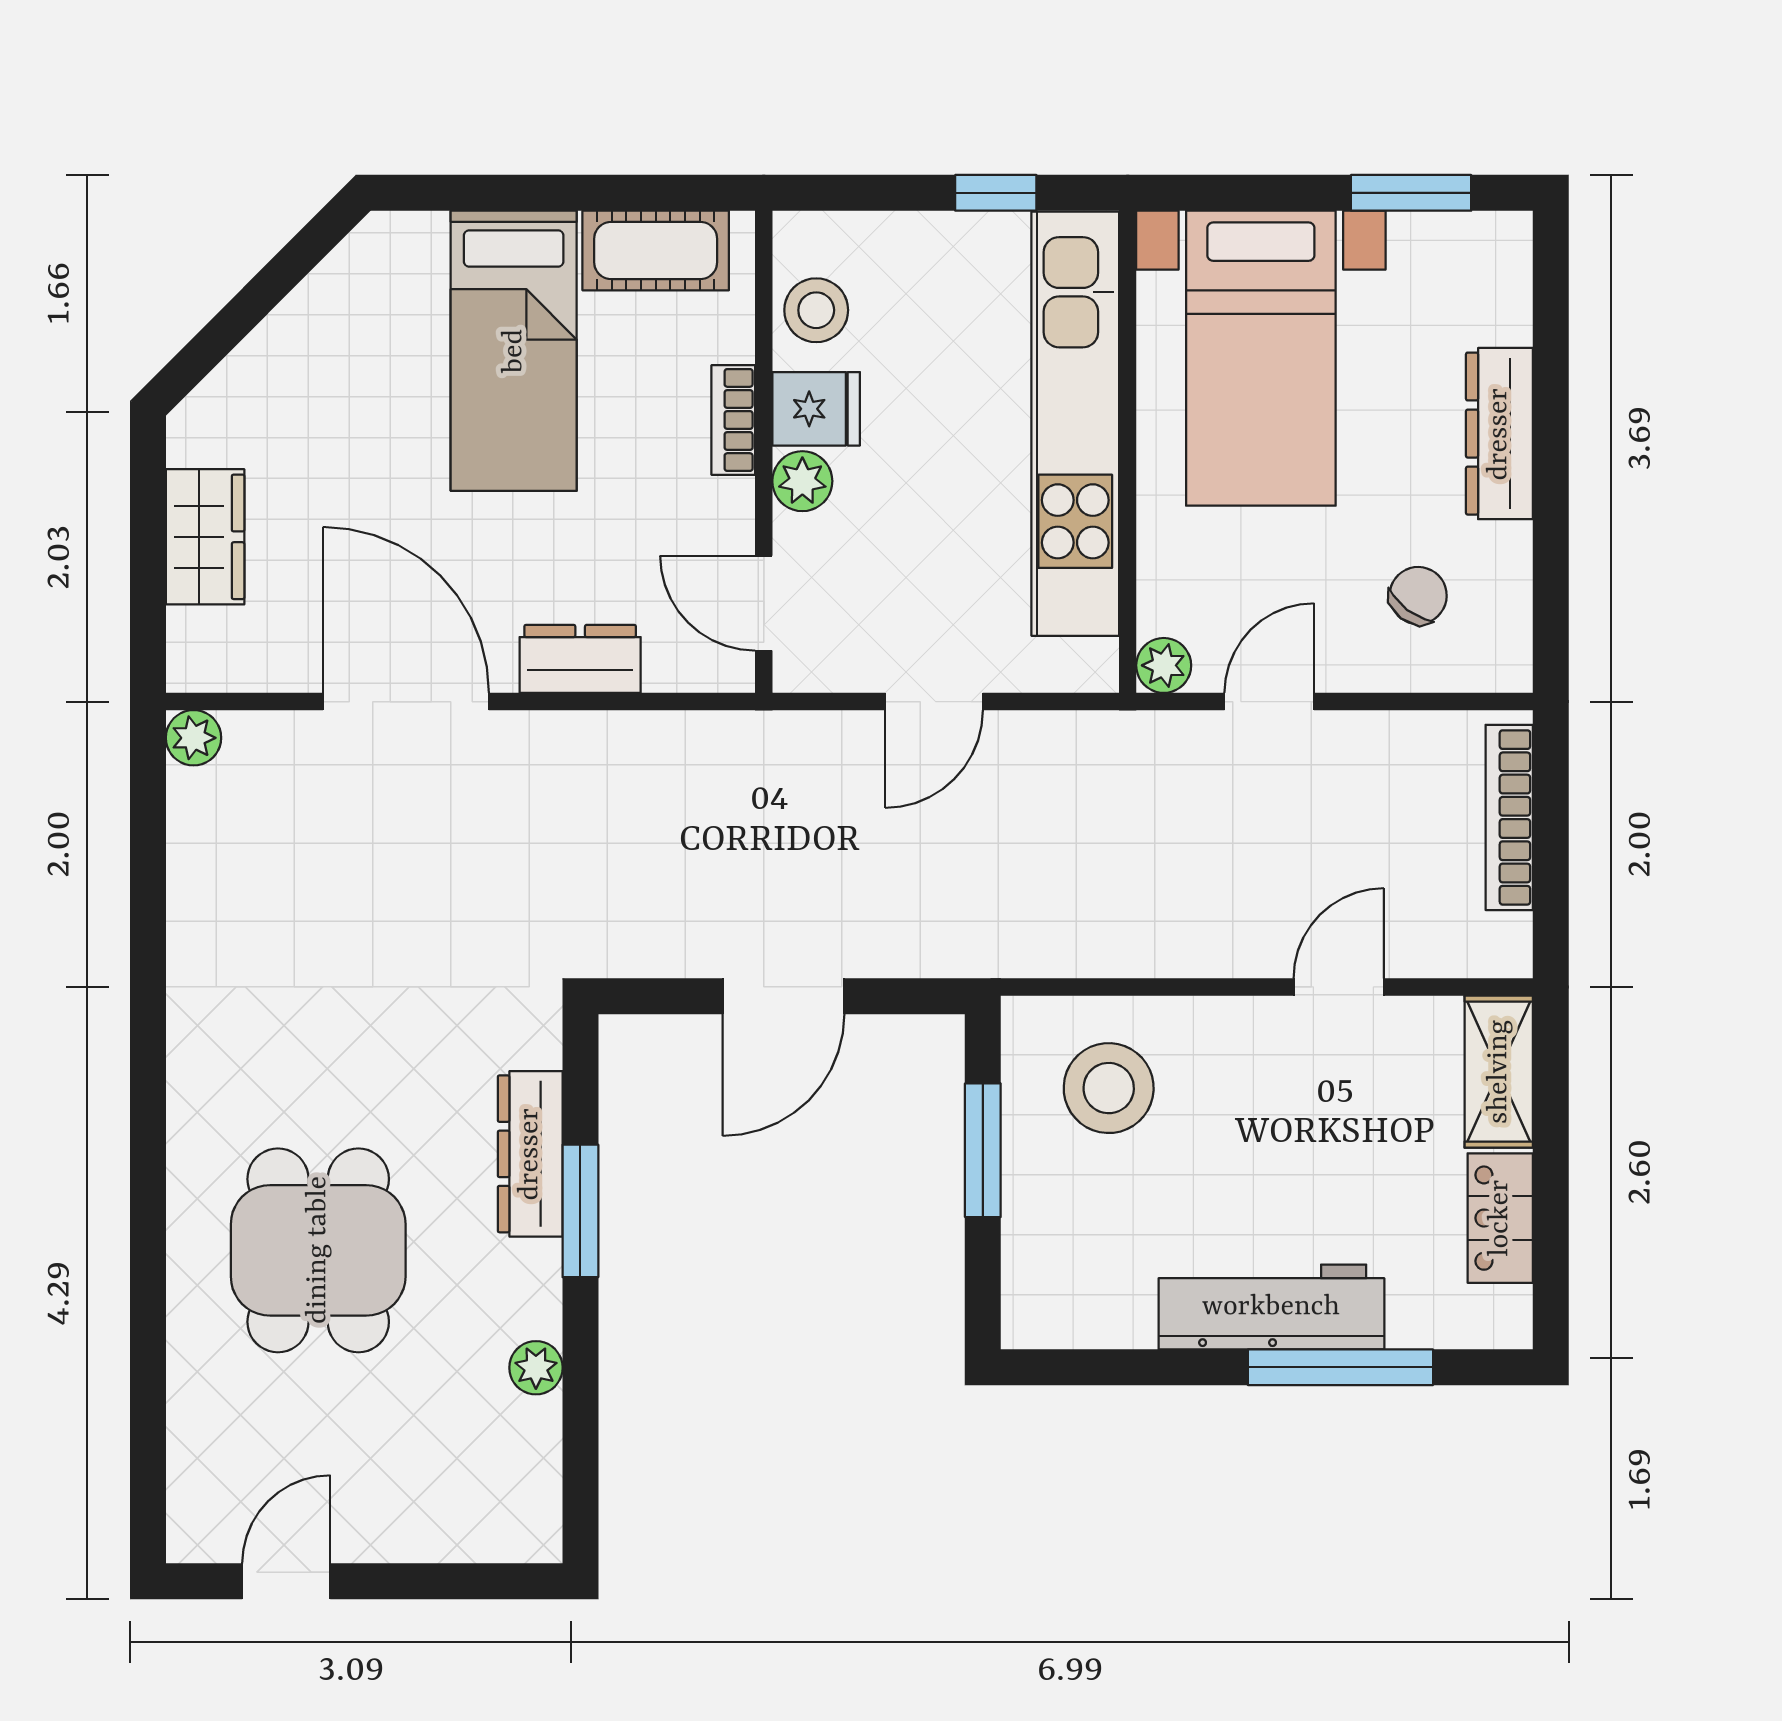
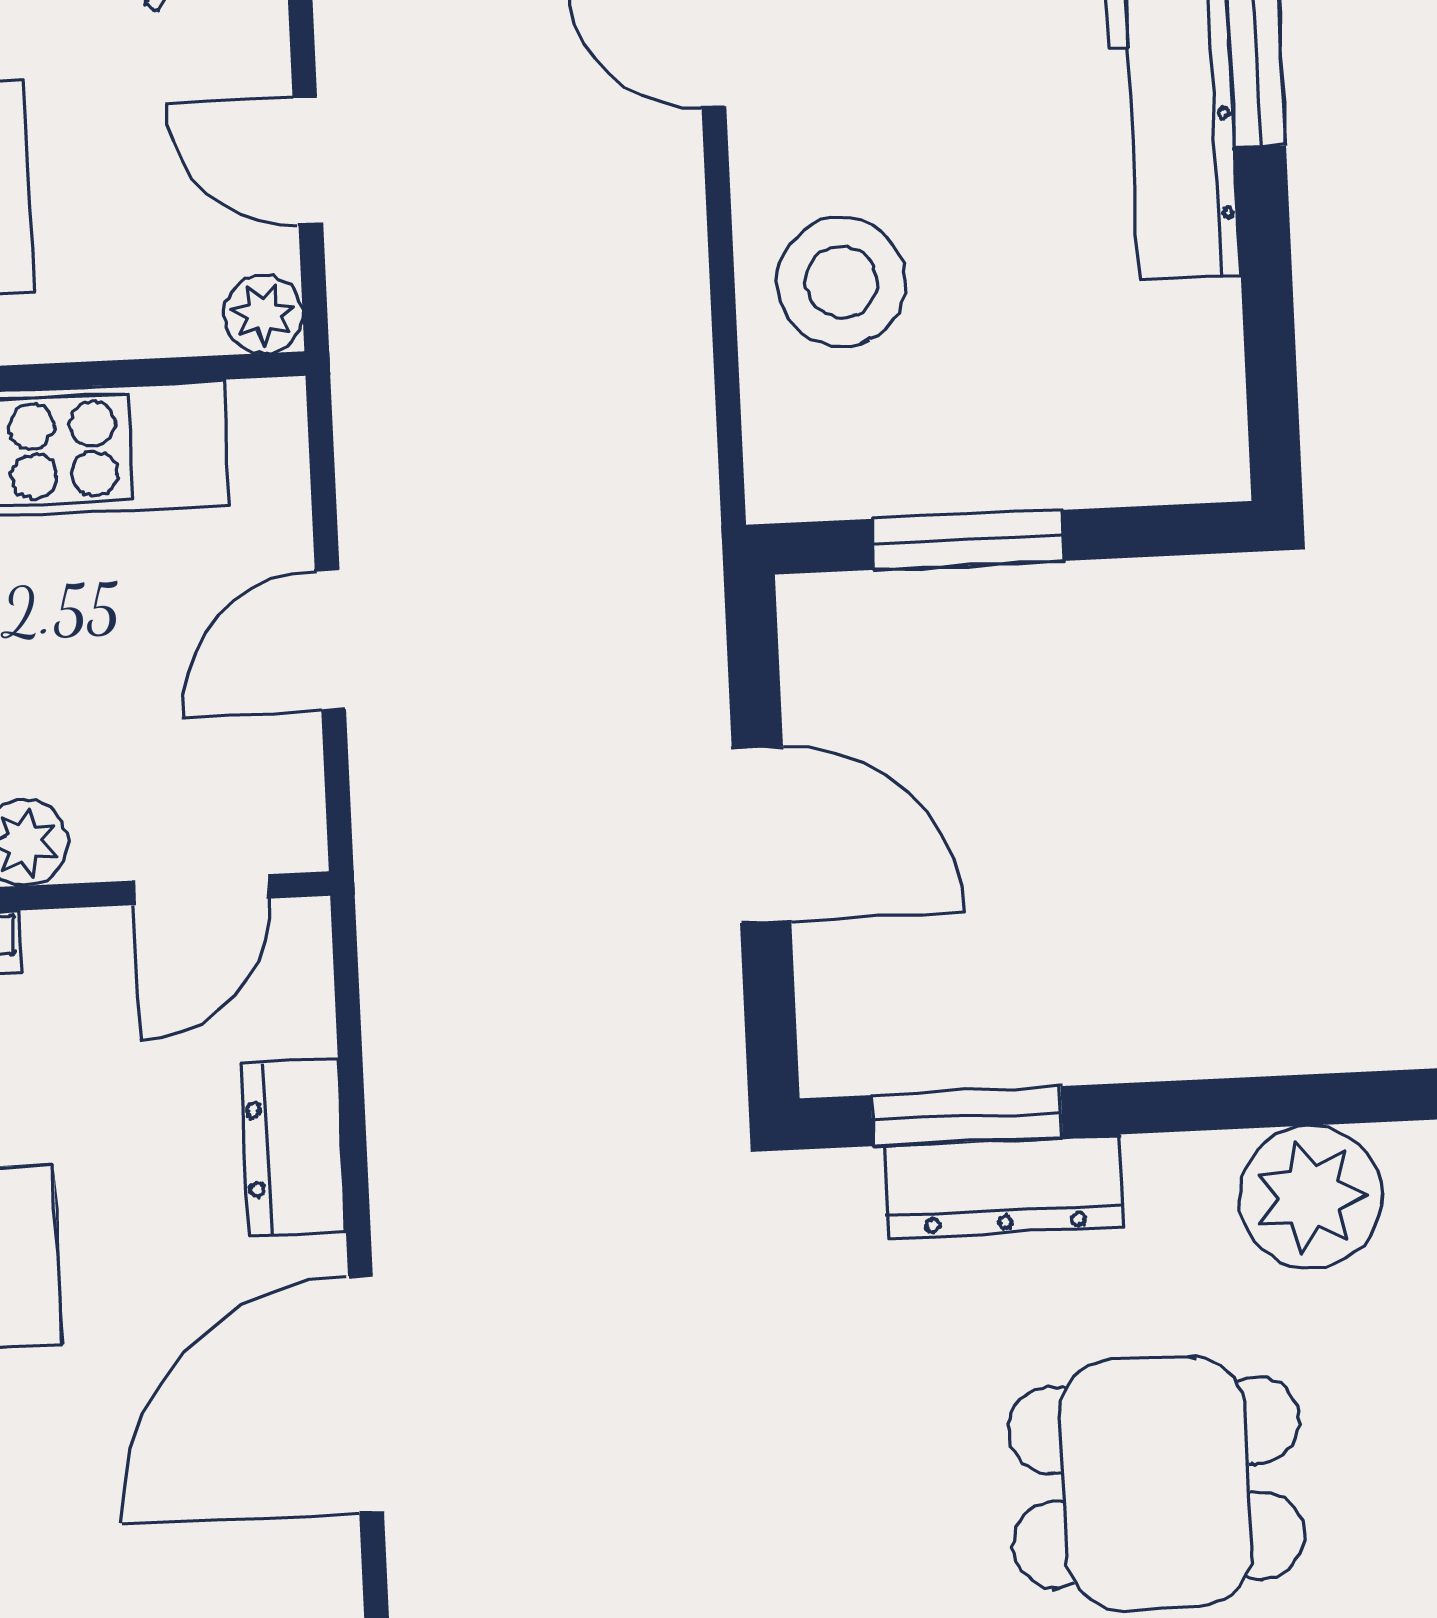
door: (934, 702) -> (330, 640), swing flipped
stool: (1109, 1088) -> (841, 282), moved
window: (580, 1211) -> (967, 1116), moved
plant: (536, 1368) -> (1311, 1197), width x1.88, depth x1.88

